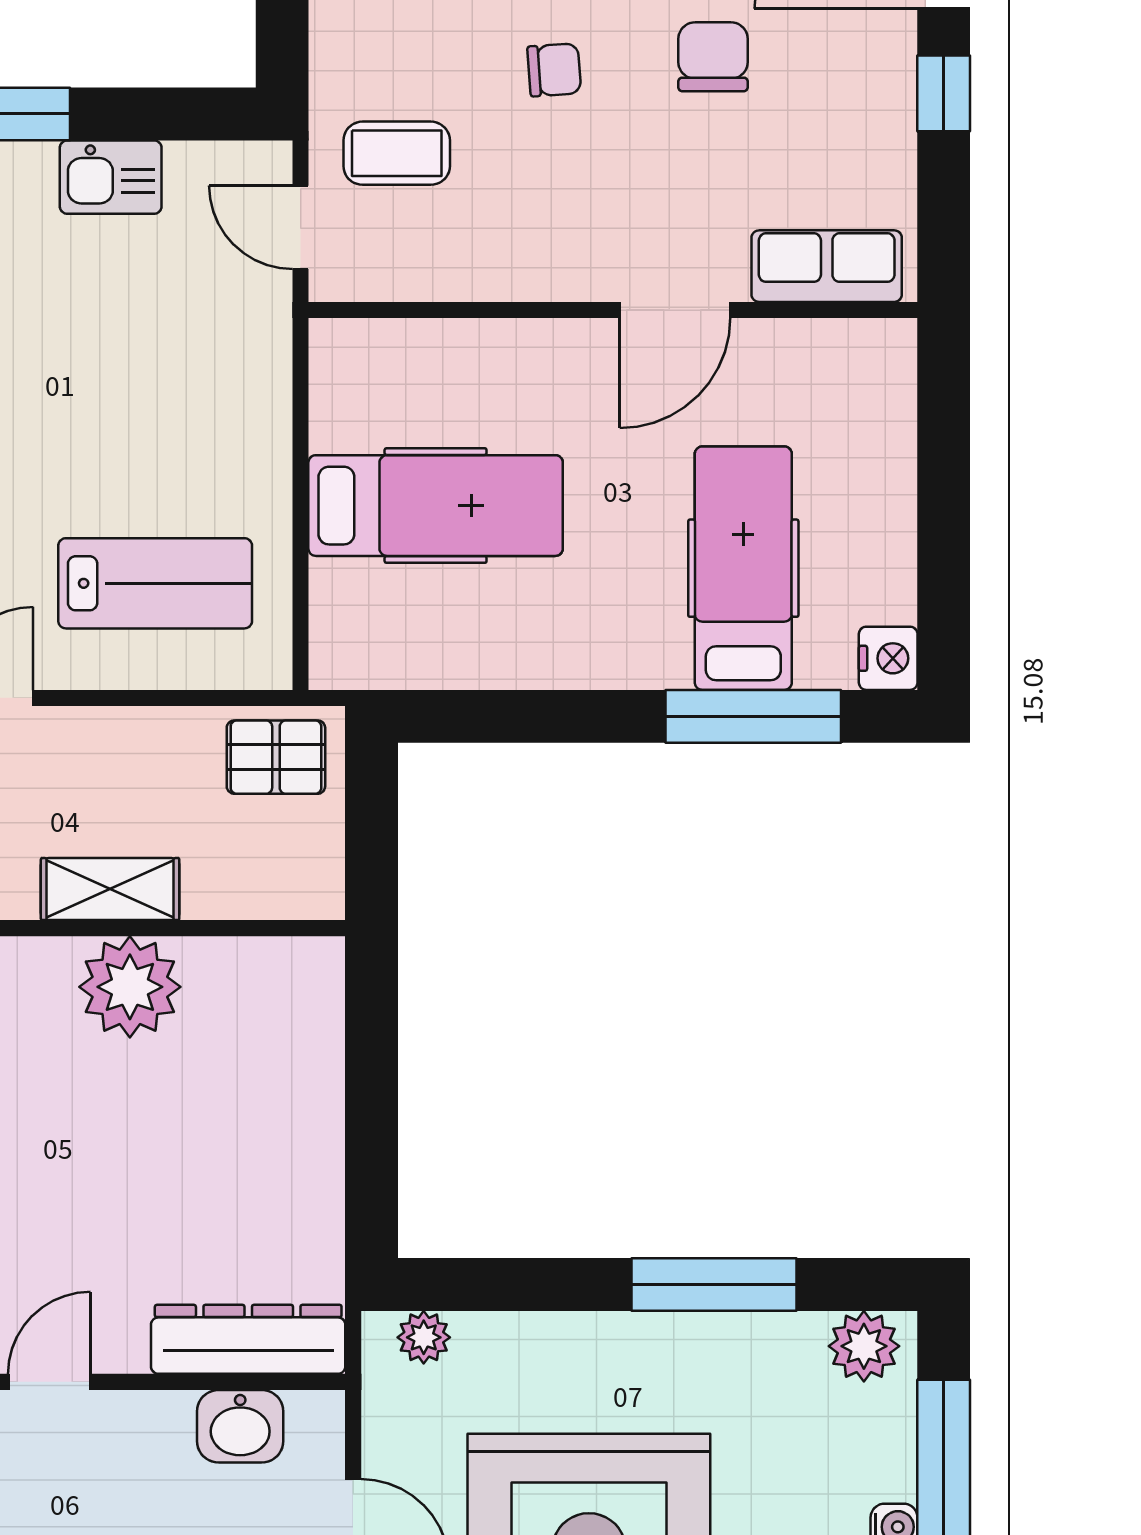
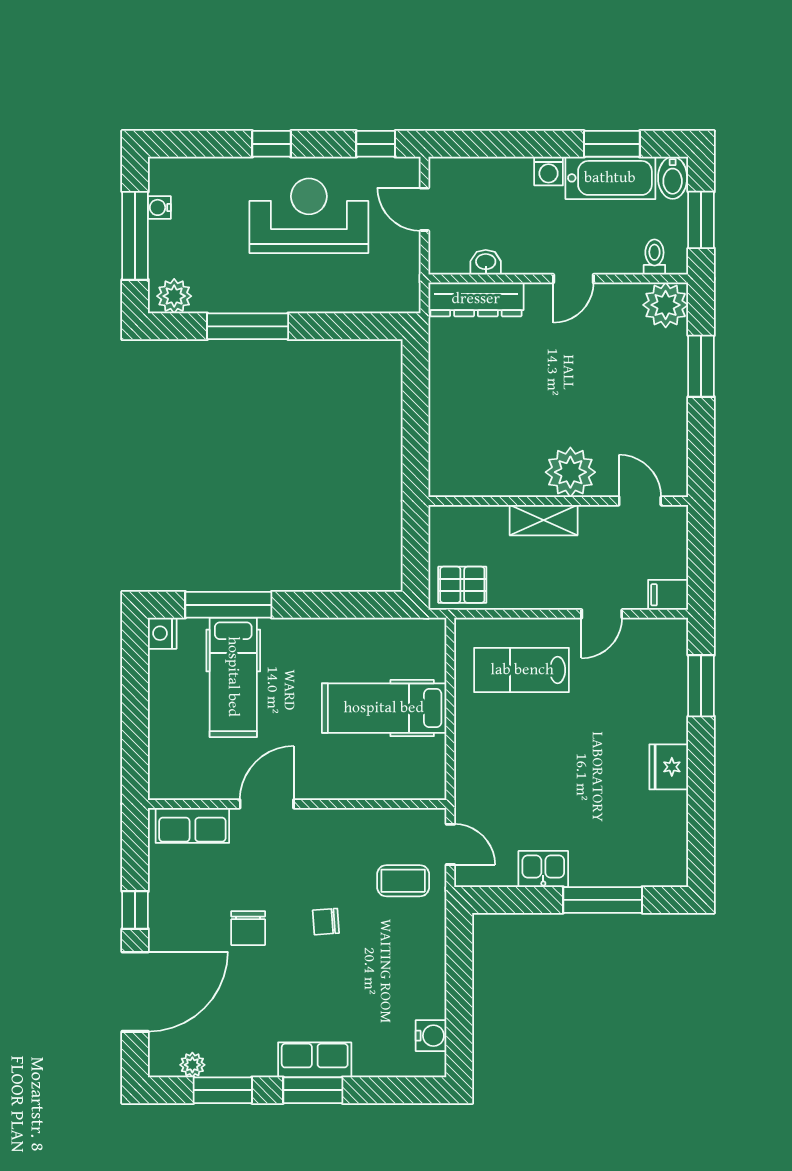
plant: (130, 987) -> (570, 472), moved
plant: (424, 1337) -> (390, 300), removed
washbasin: (240, 1426) -> (486, 262), width x0.72, depth x0.69

